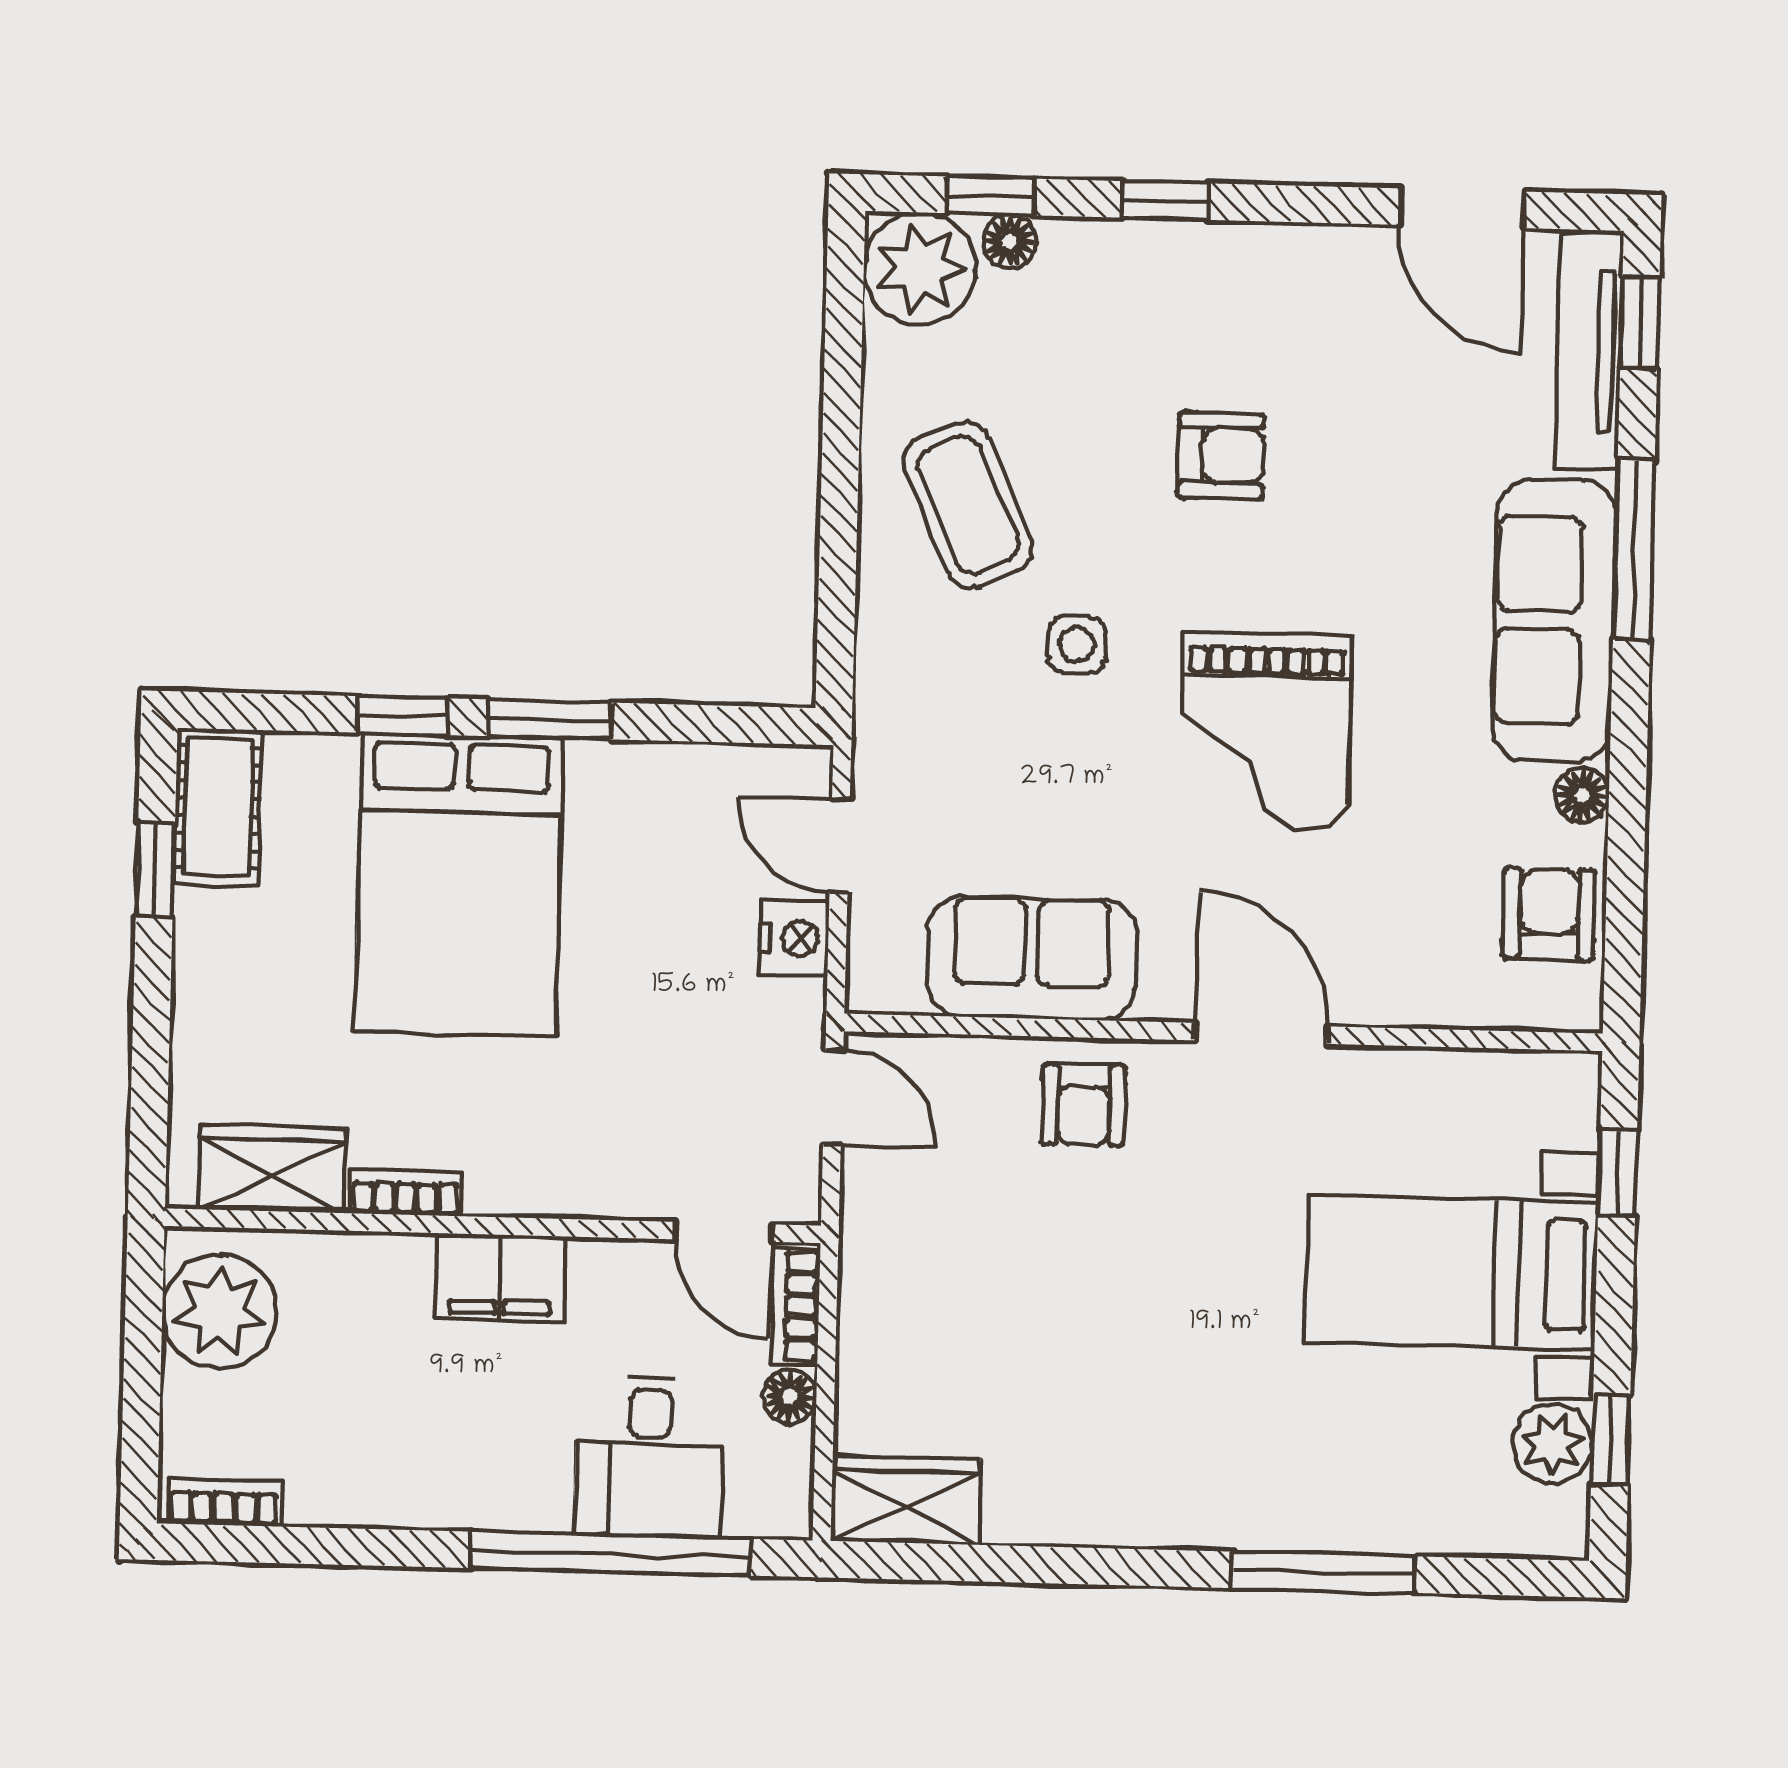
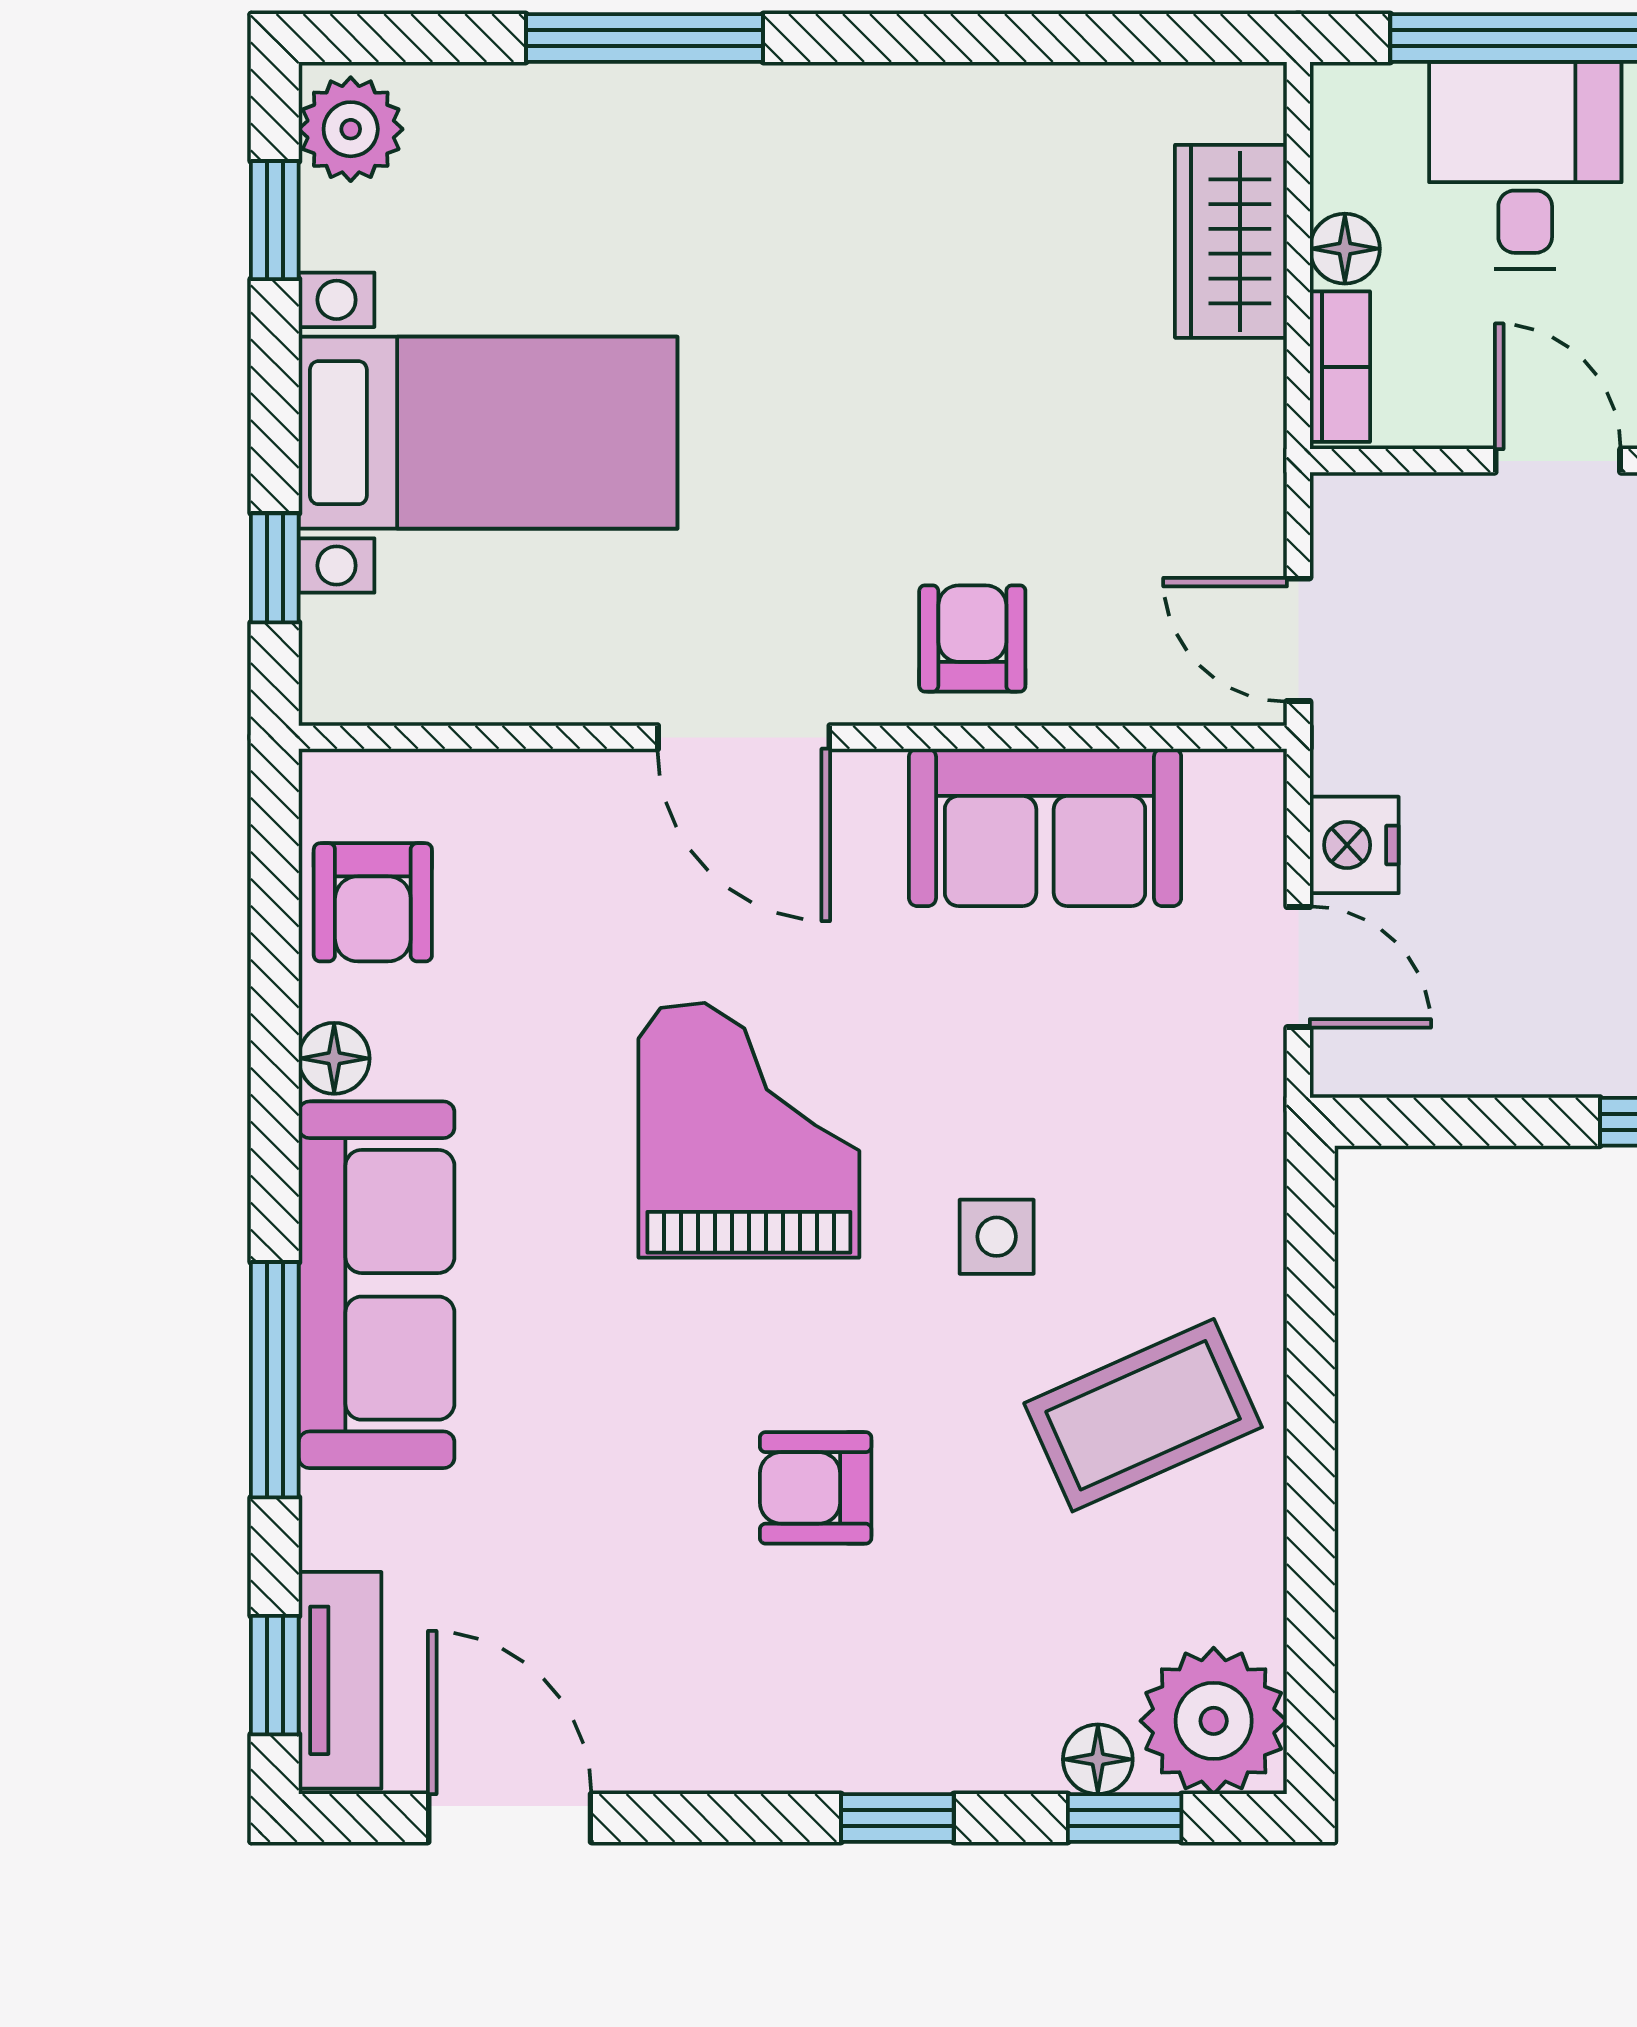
tv unit: (1589, 351) -> (340, 1680), width x0.71
coffee table: (968, 505) -> (1143, 1415), turned 90
door: (724, 1232) -> (1558, 461), moved
plant: (1552, 1444) -> (351, 129), moved
wardrobe: (906, 1500) -> (1231, 241), moved, turned 90

